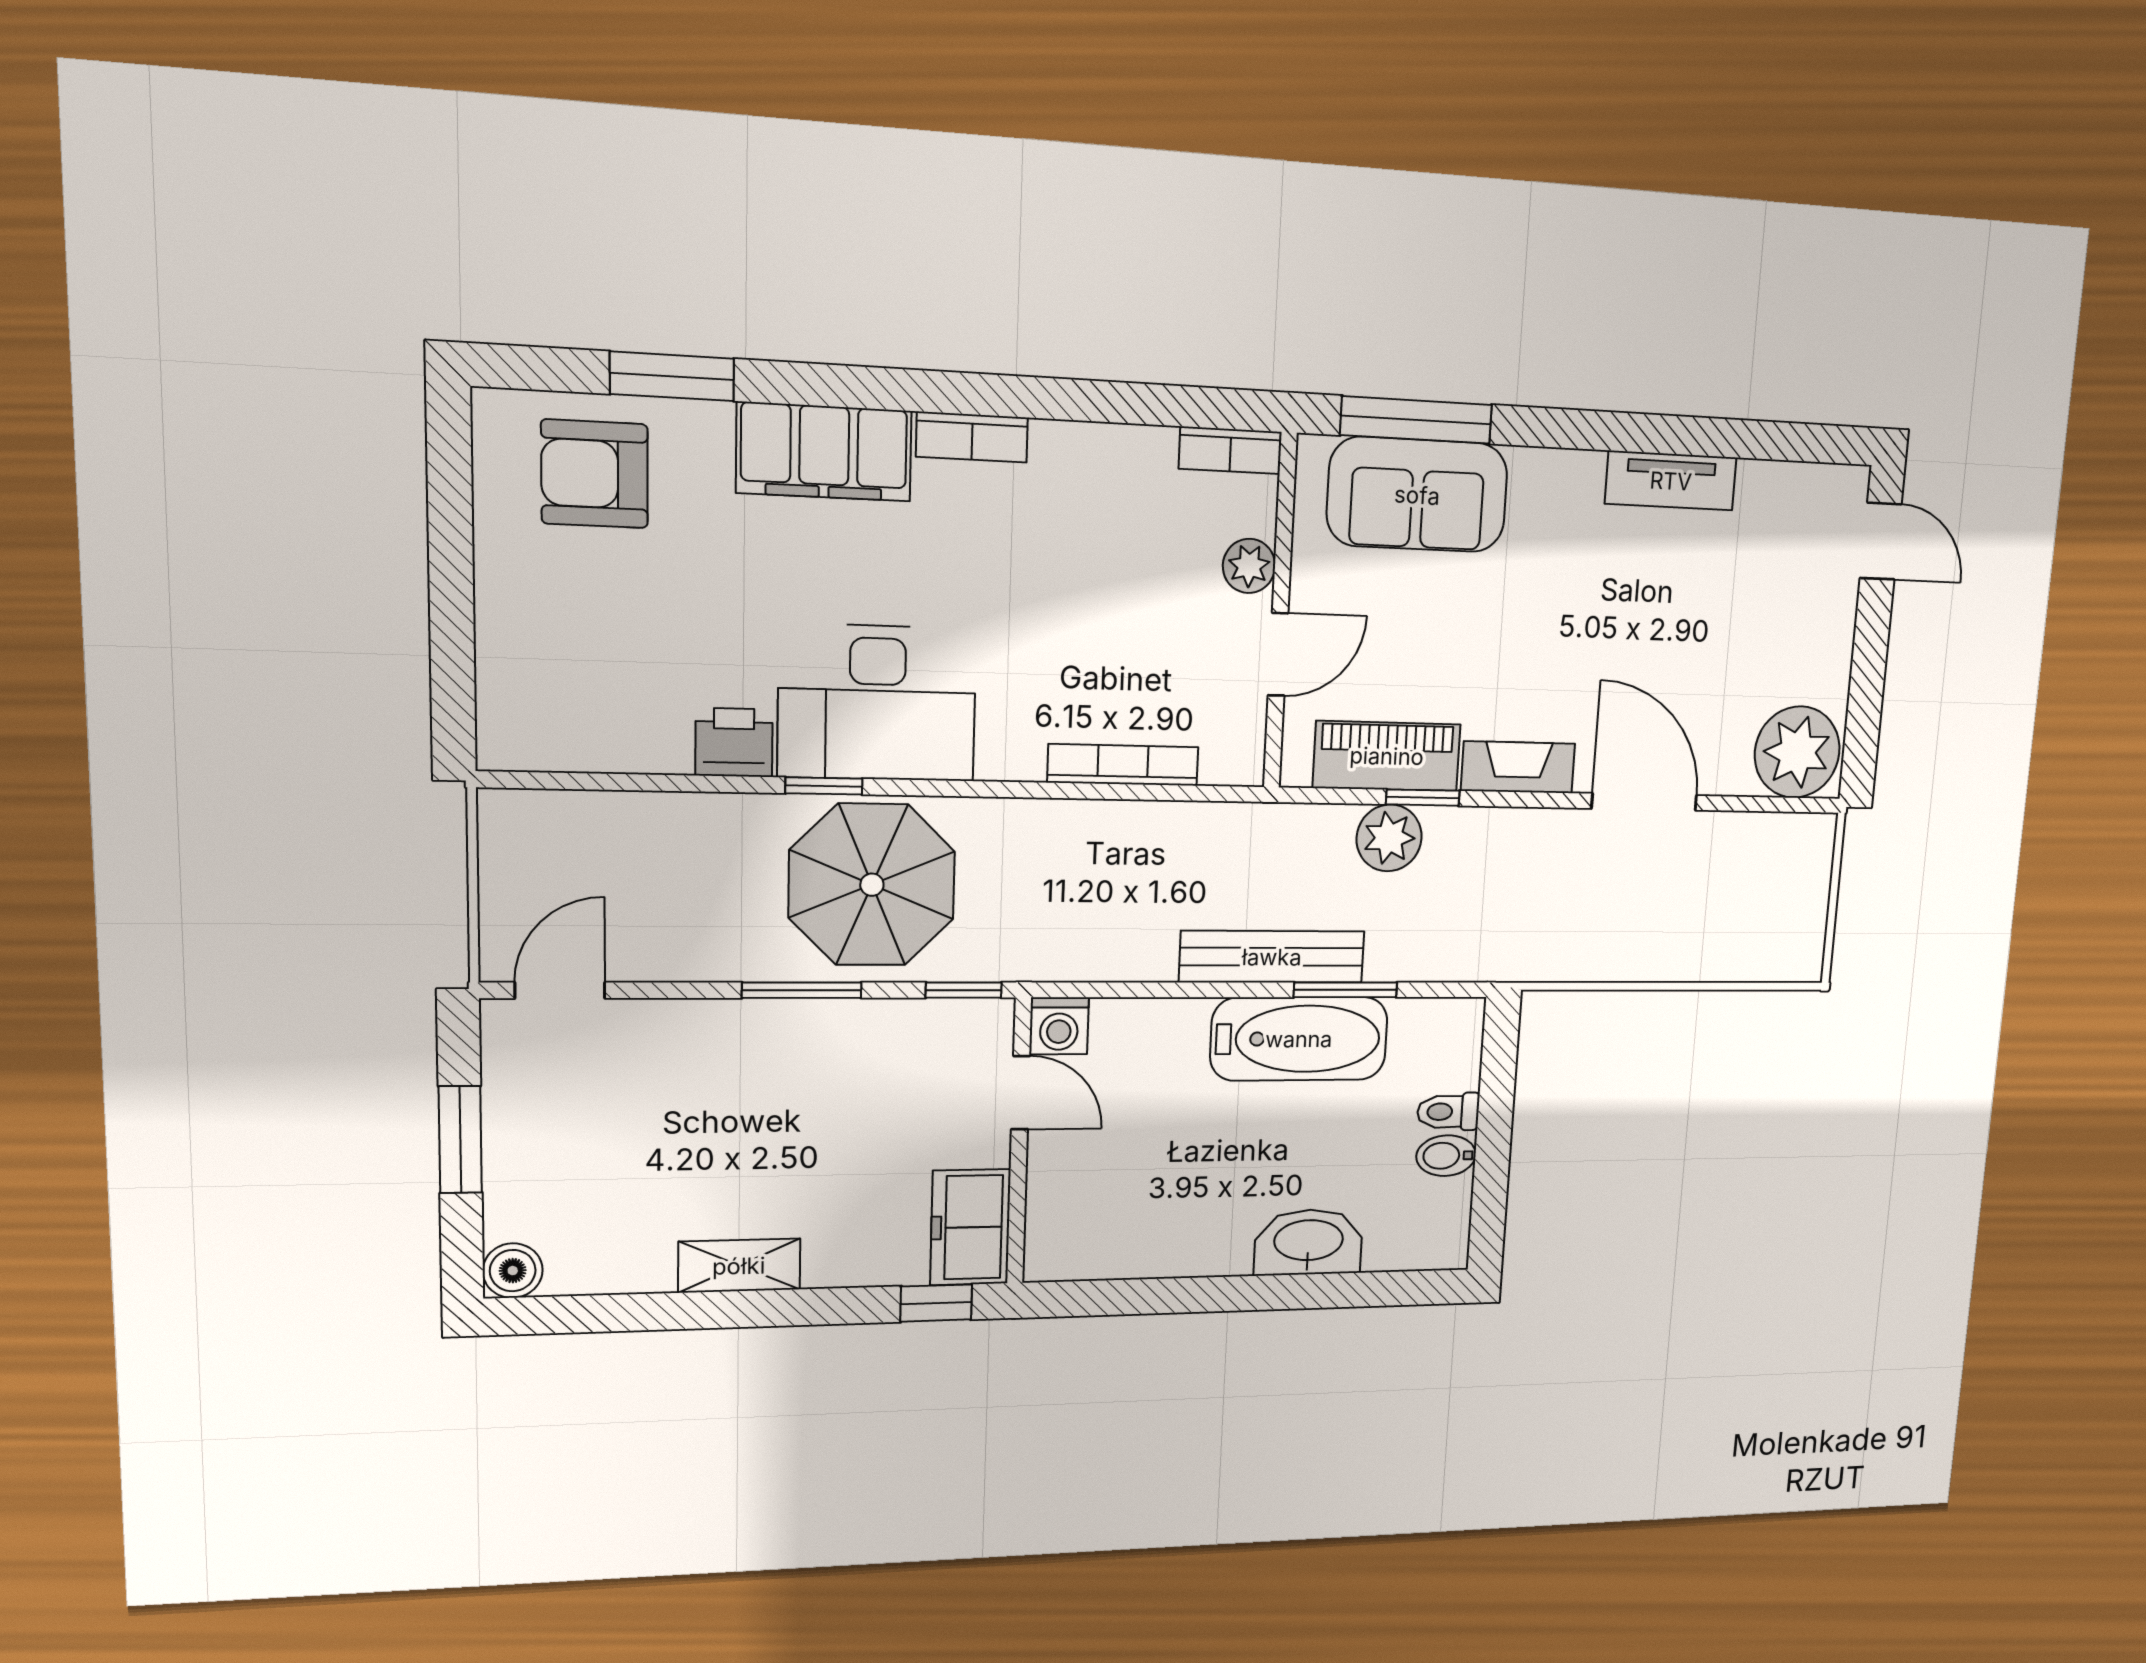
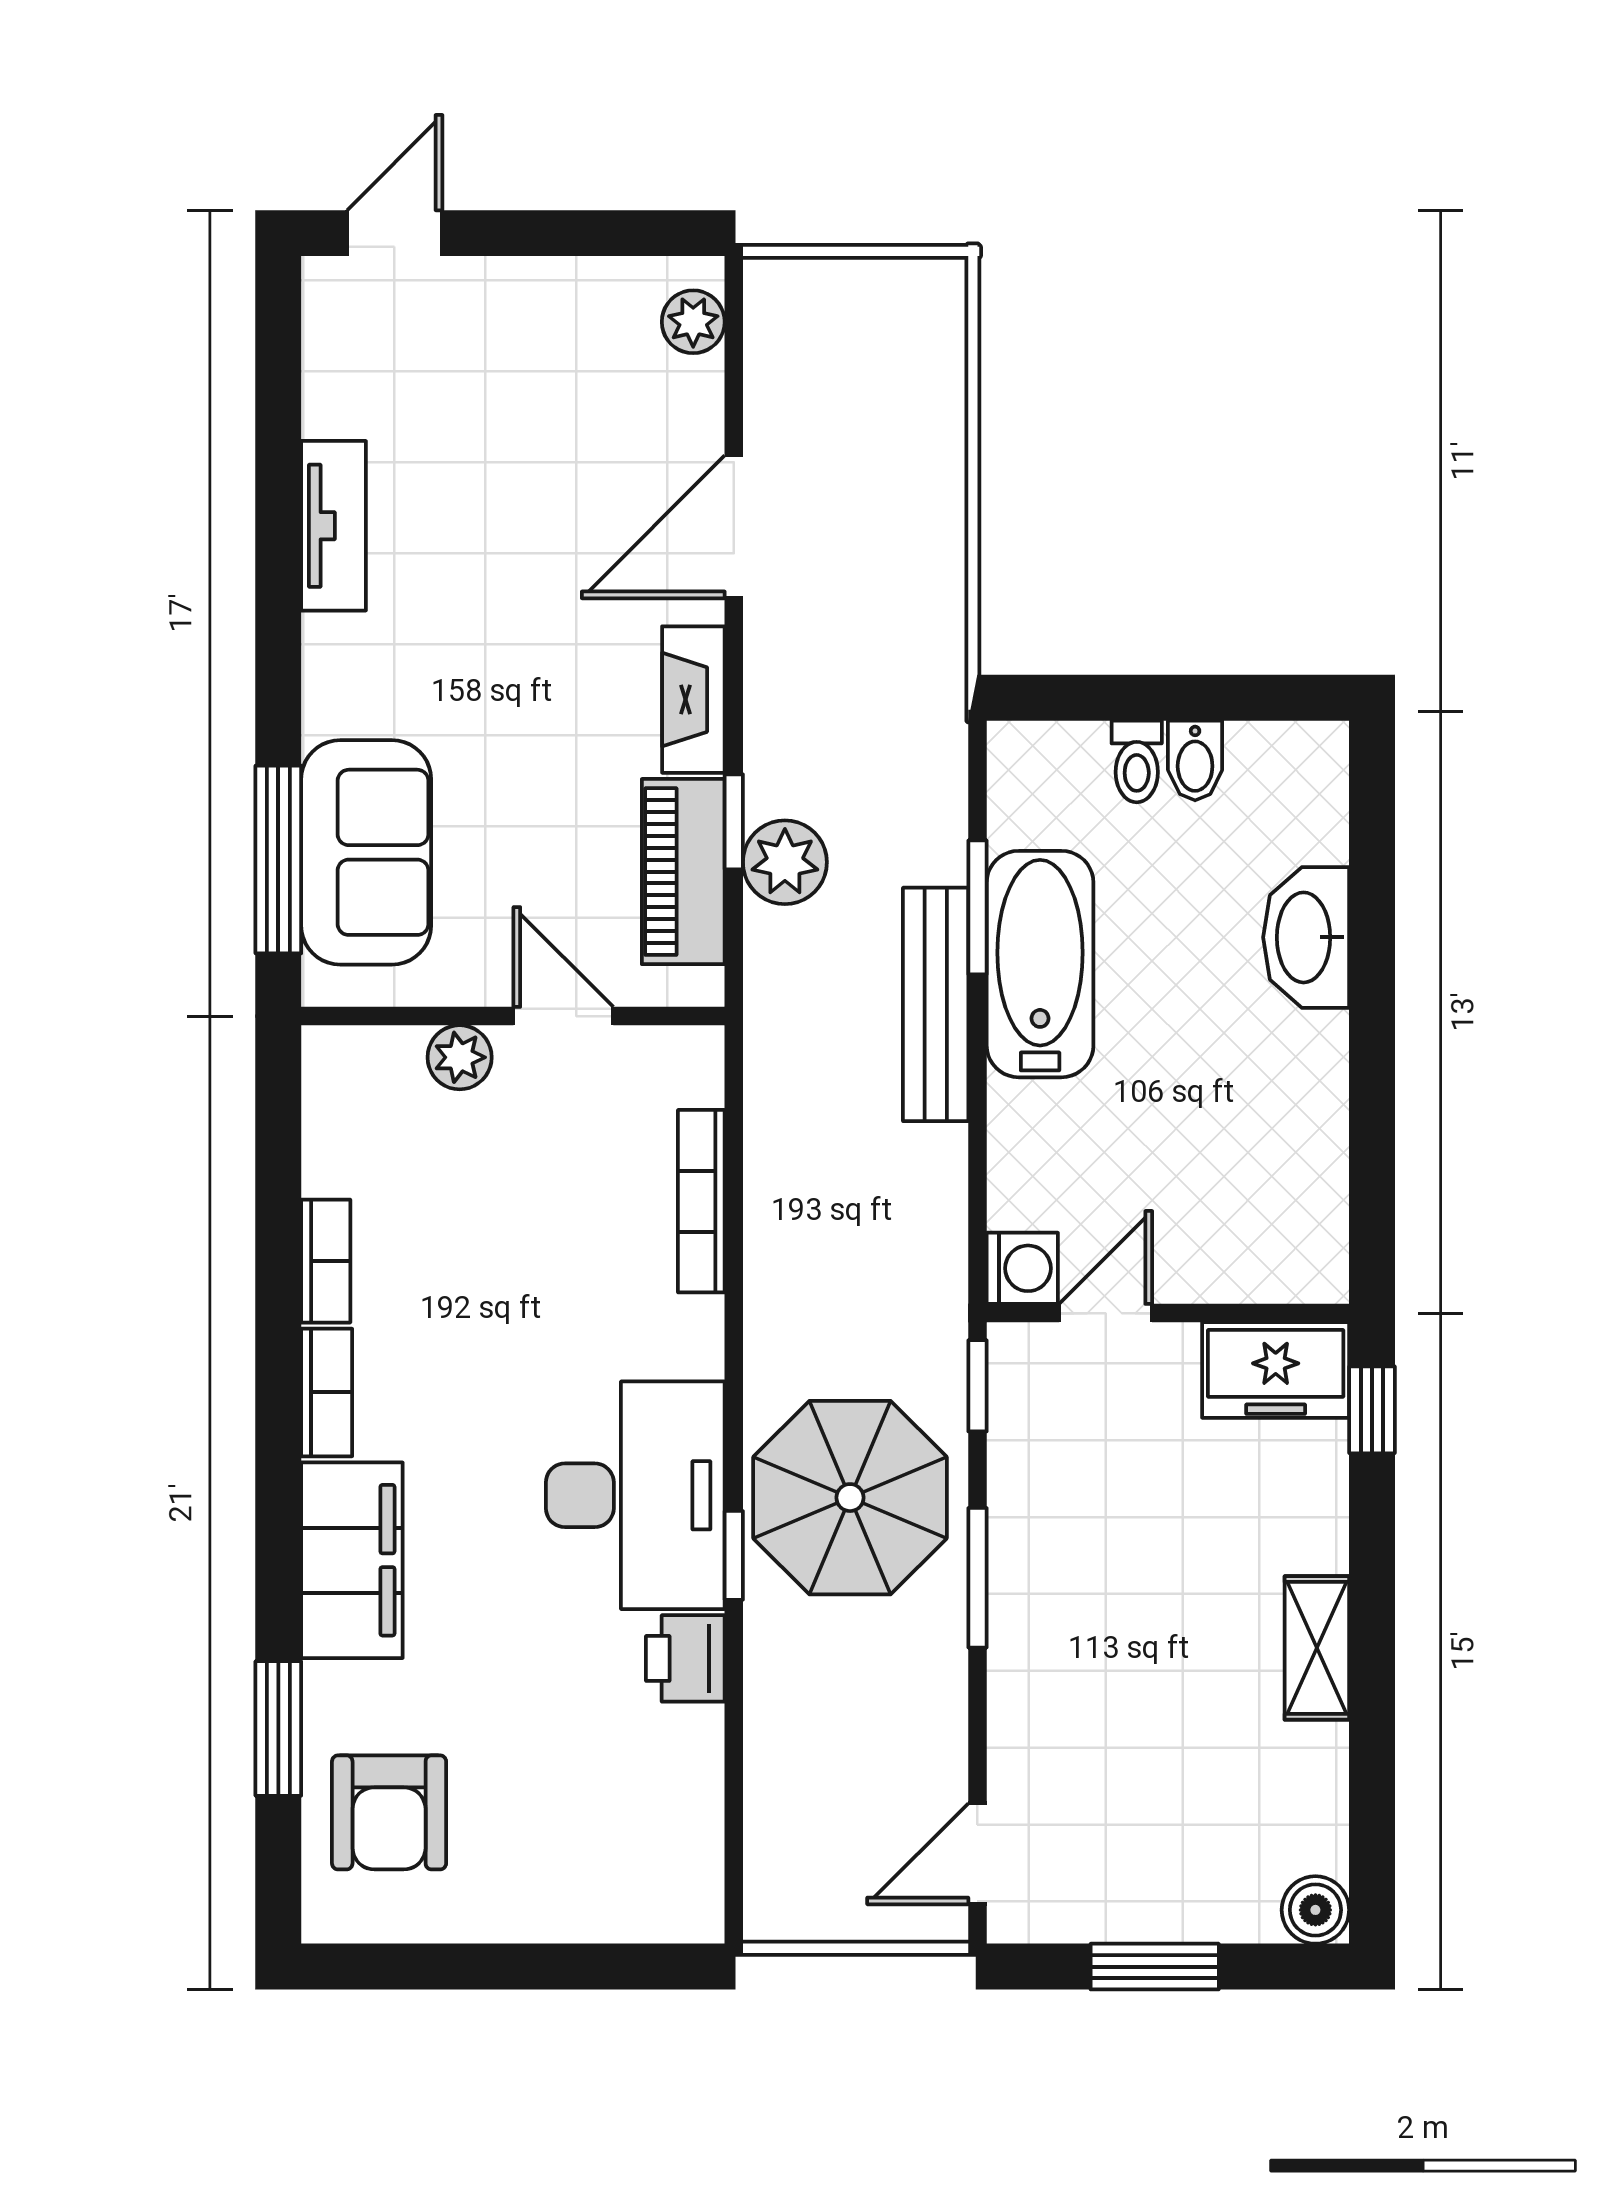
bookcase: (1230, 450) -> (326, 1261), moved
plant: (1797, 752) -> (693, 322), width x0.53, depth x0.53
door: (560, 990) -> (977, 1854), hinge flipped

